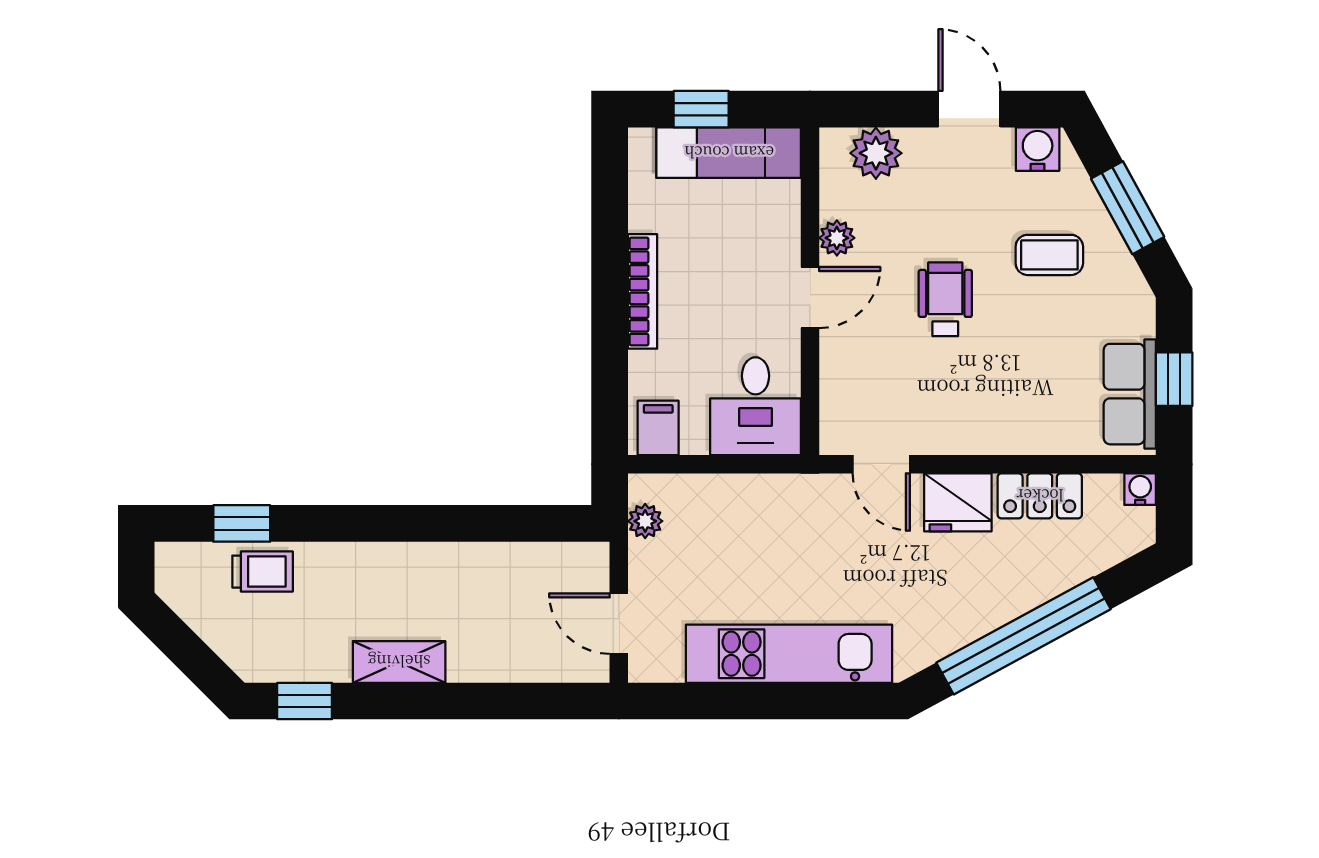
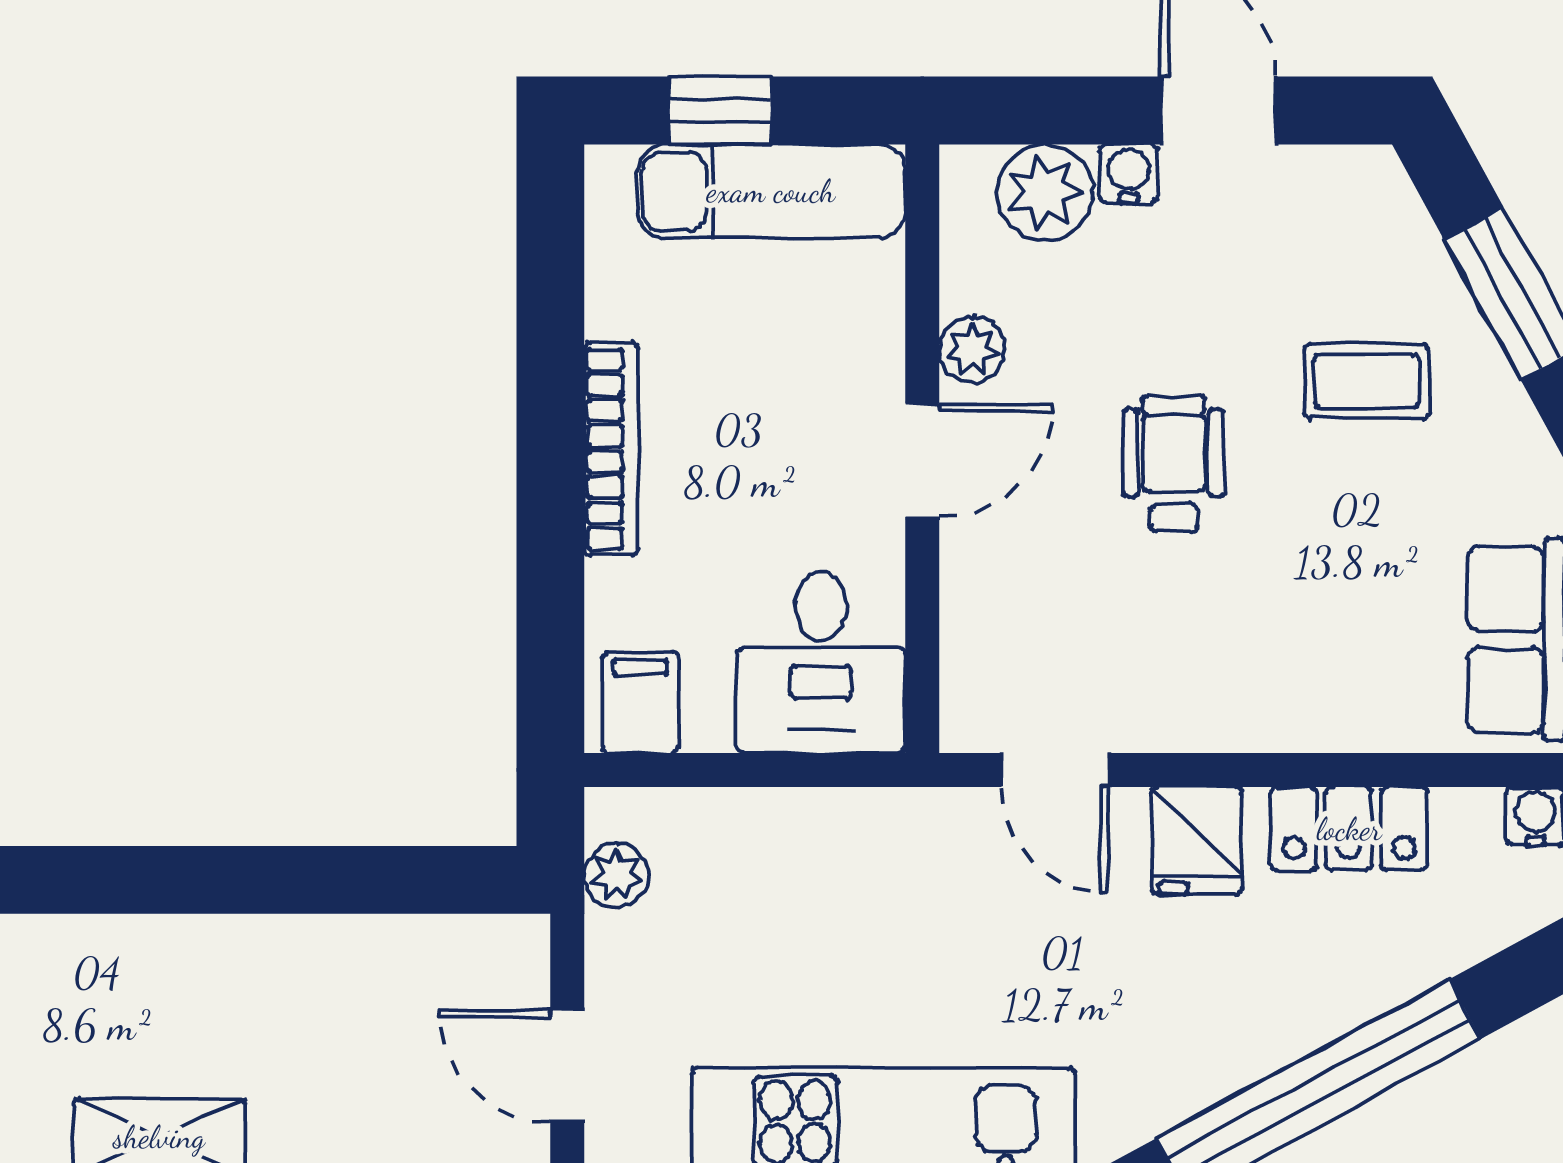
water cooler: (1038, 149) -> (1129, 174), moved, width x0.72, depth x0.72
fridge: (958, 502) -> (1197, 841), width x0.72

